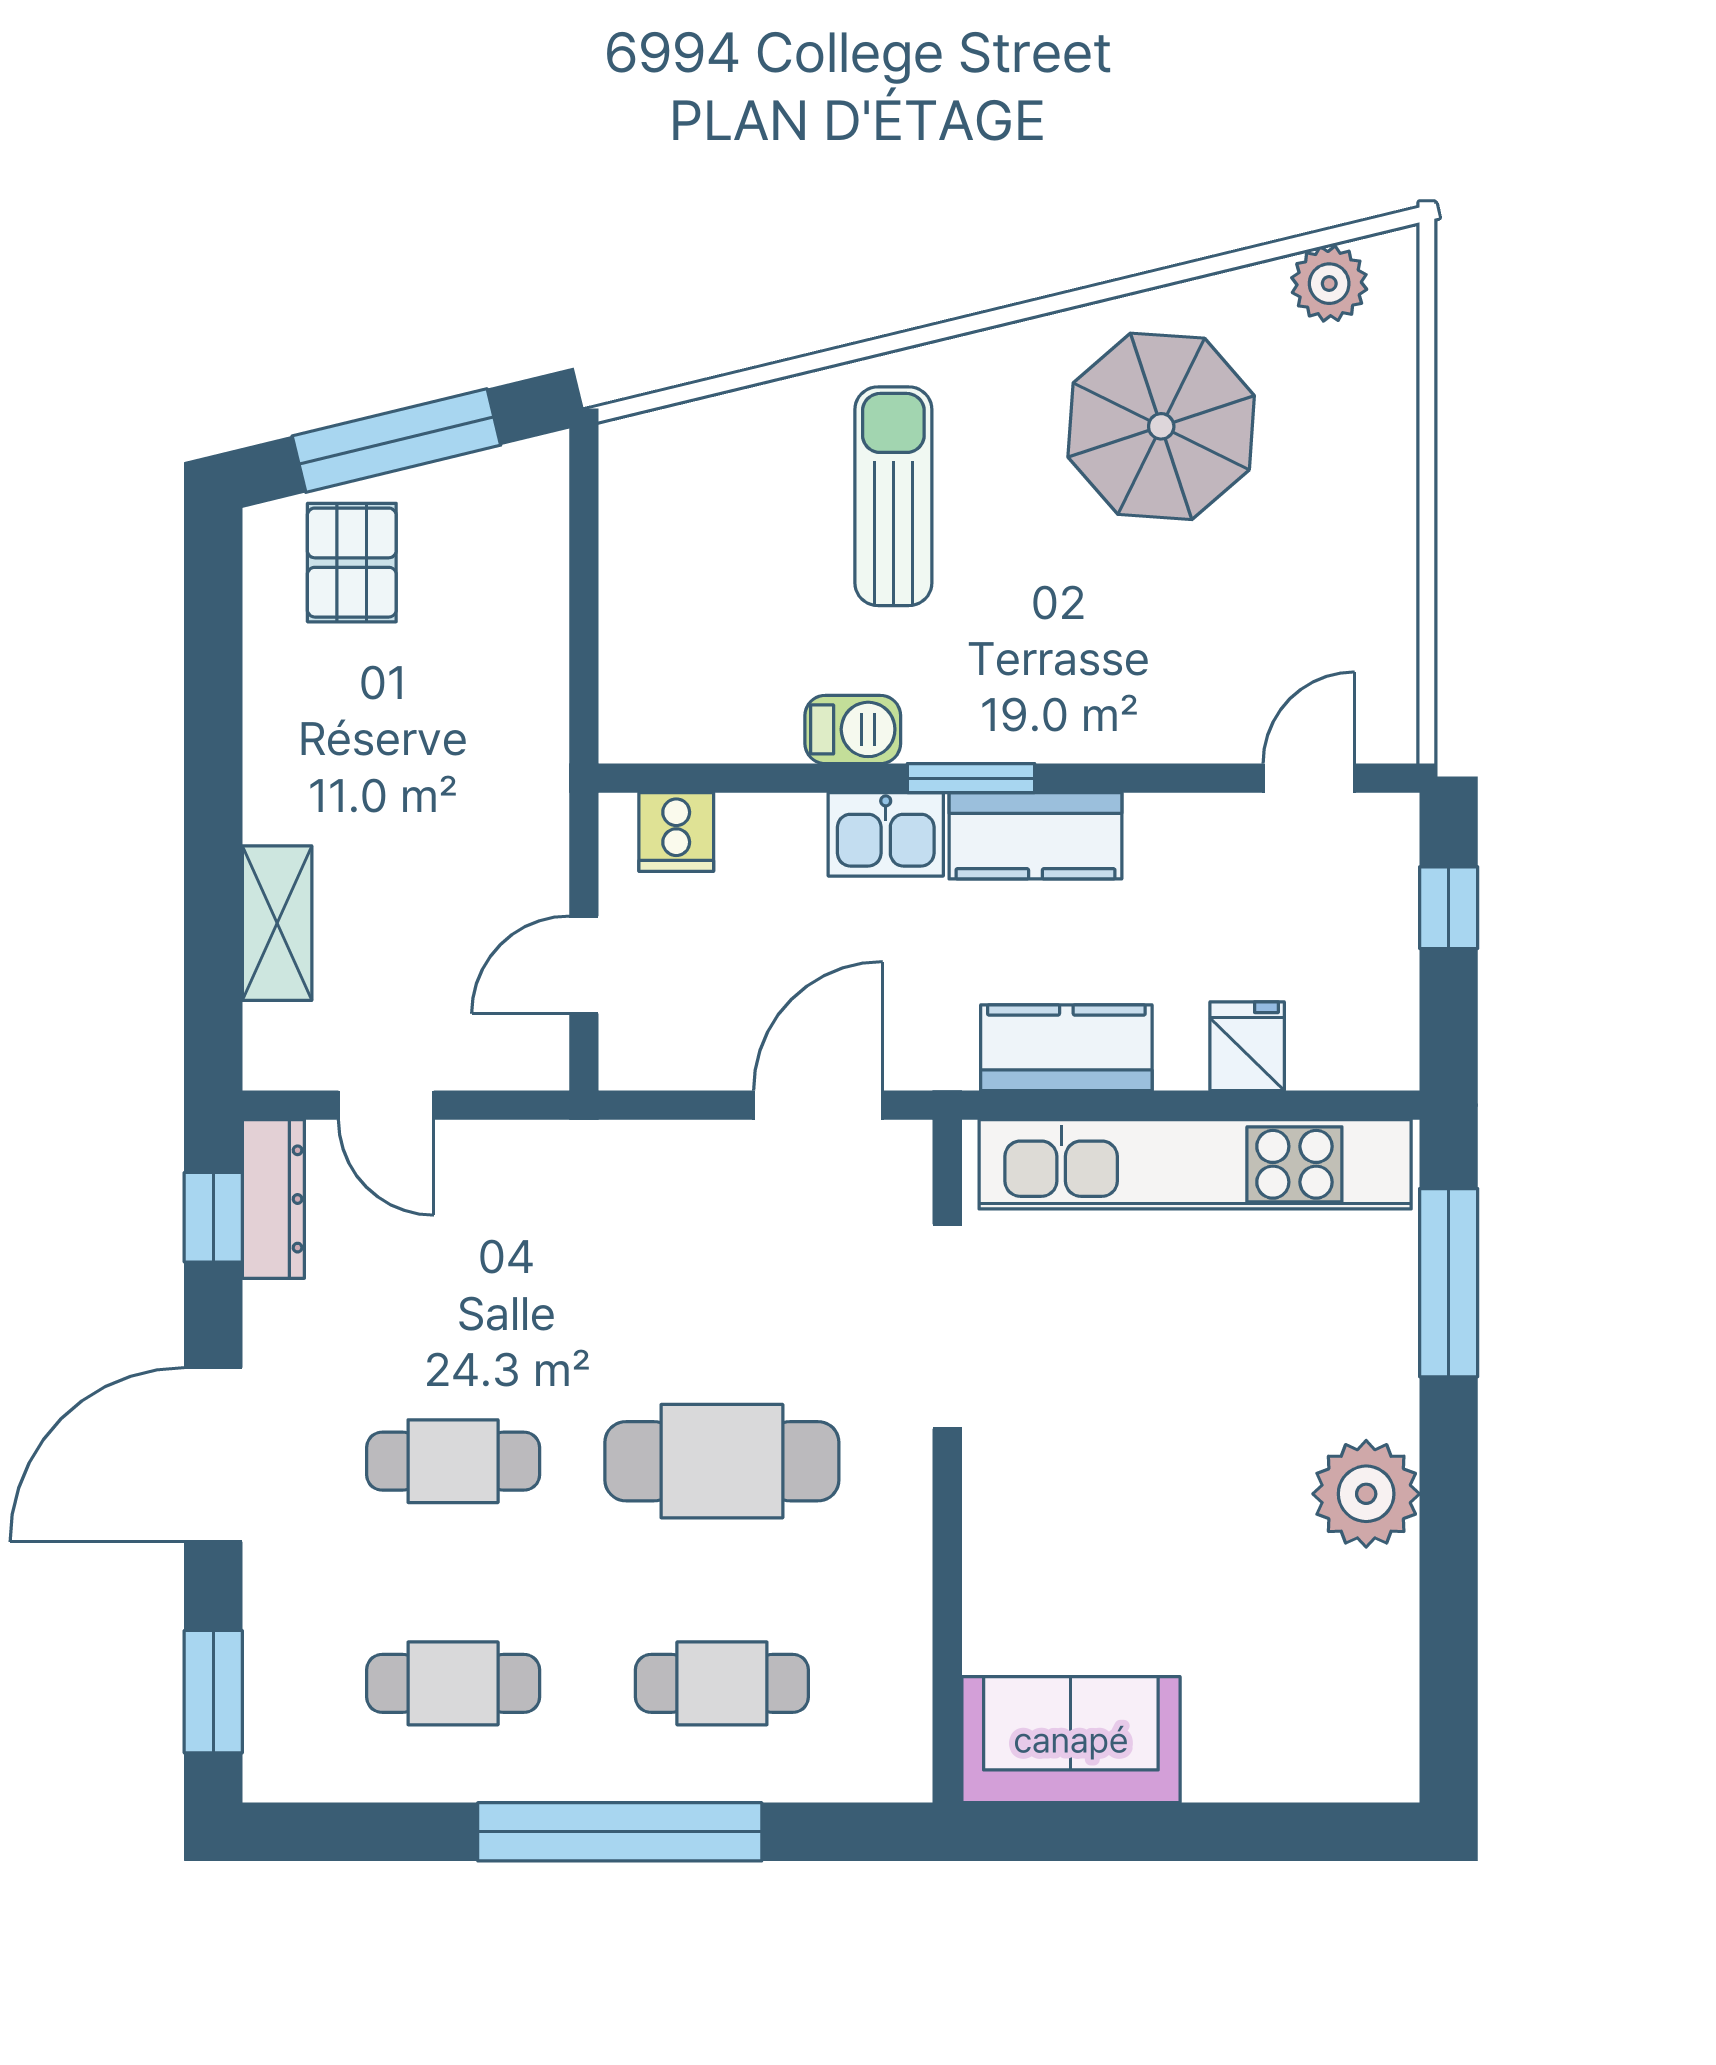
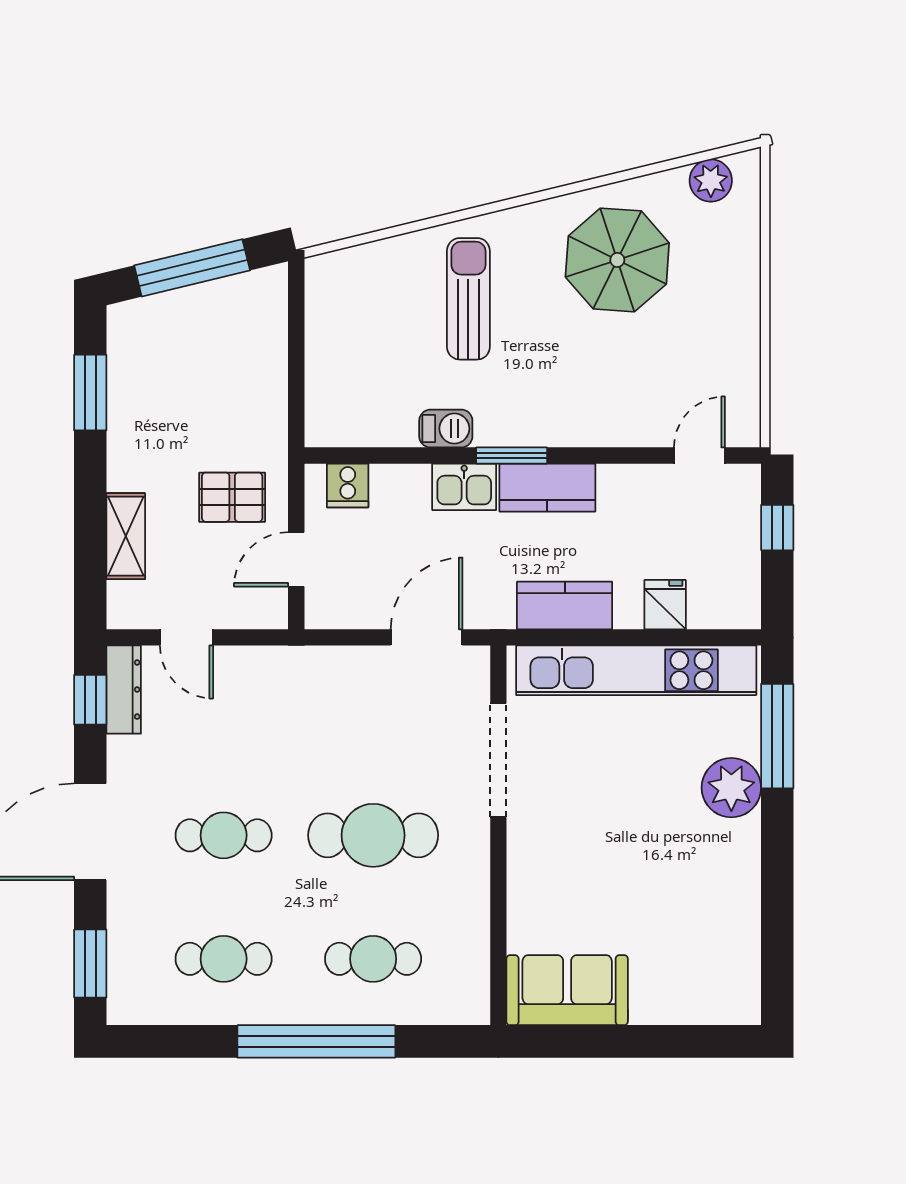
pallet: (352, 563) -> (232, 497), moved, turned 90
window: (213, 665) -> (90, 393), added
plant: (1366, 1494) -> (731, 788), moved

